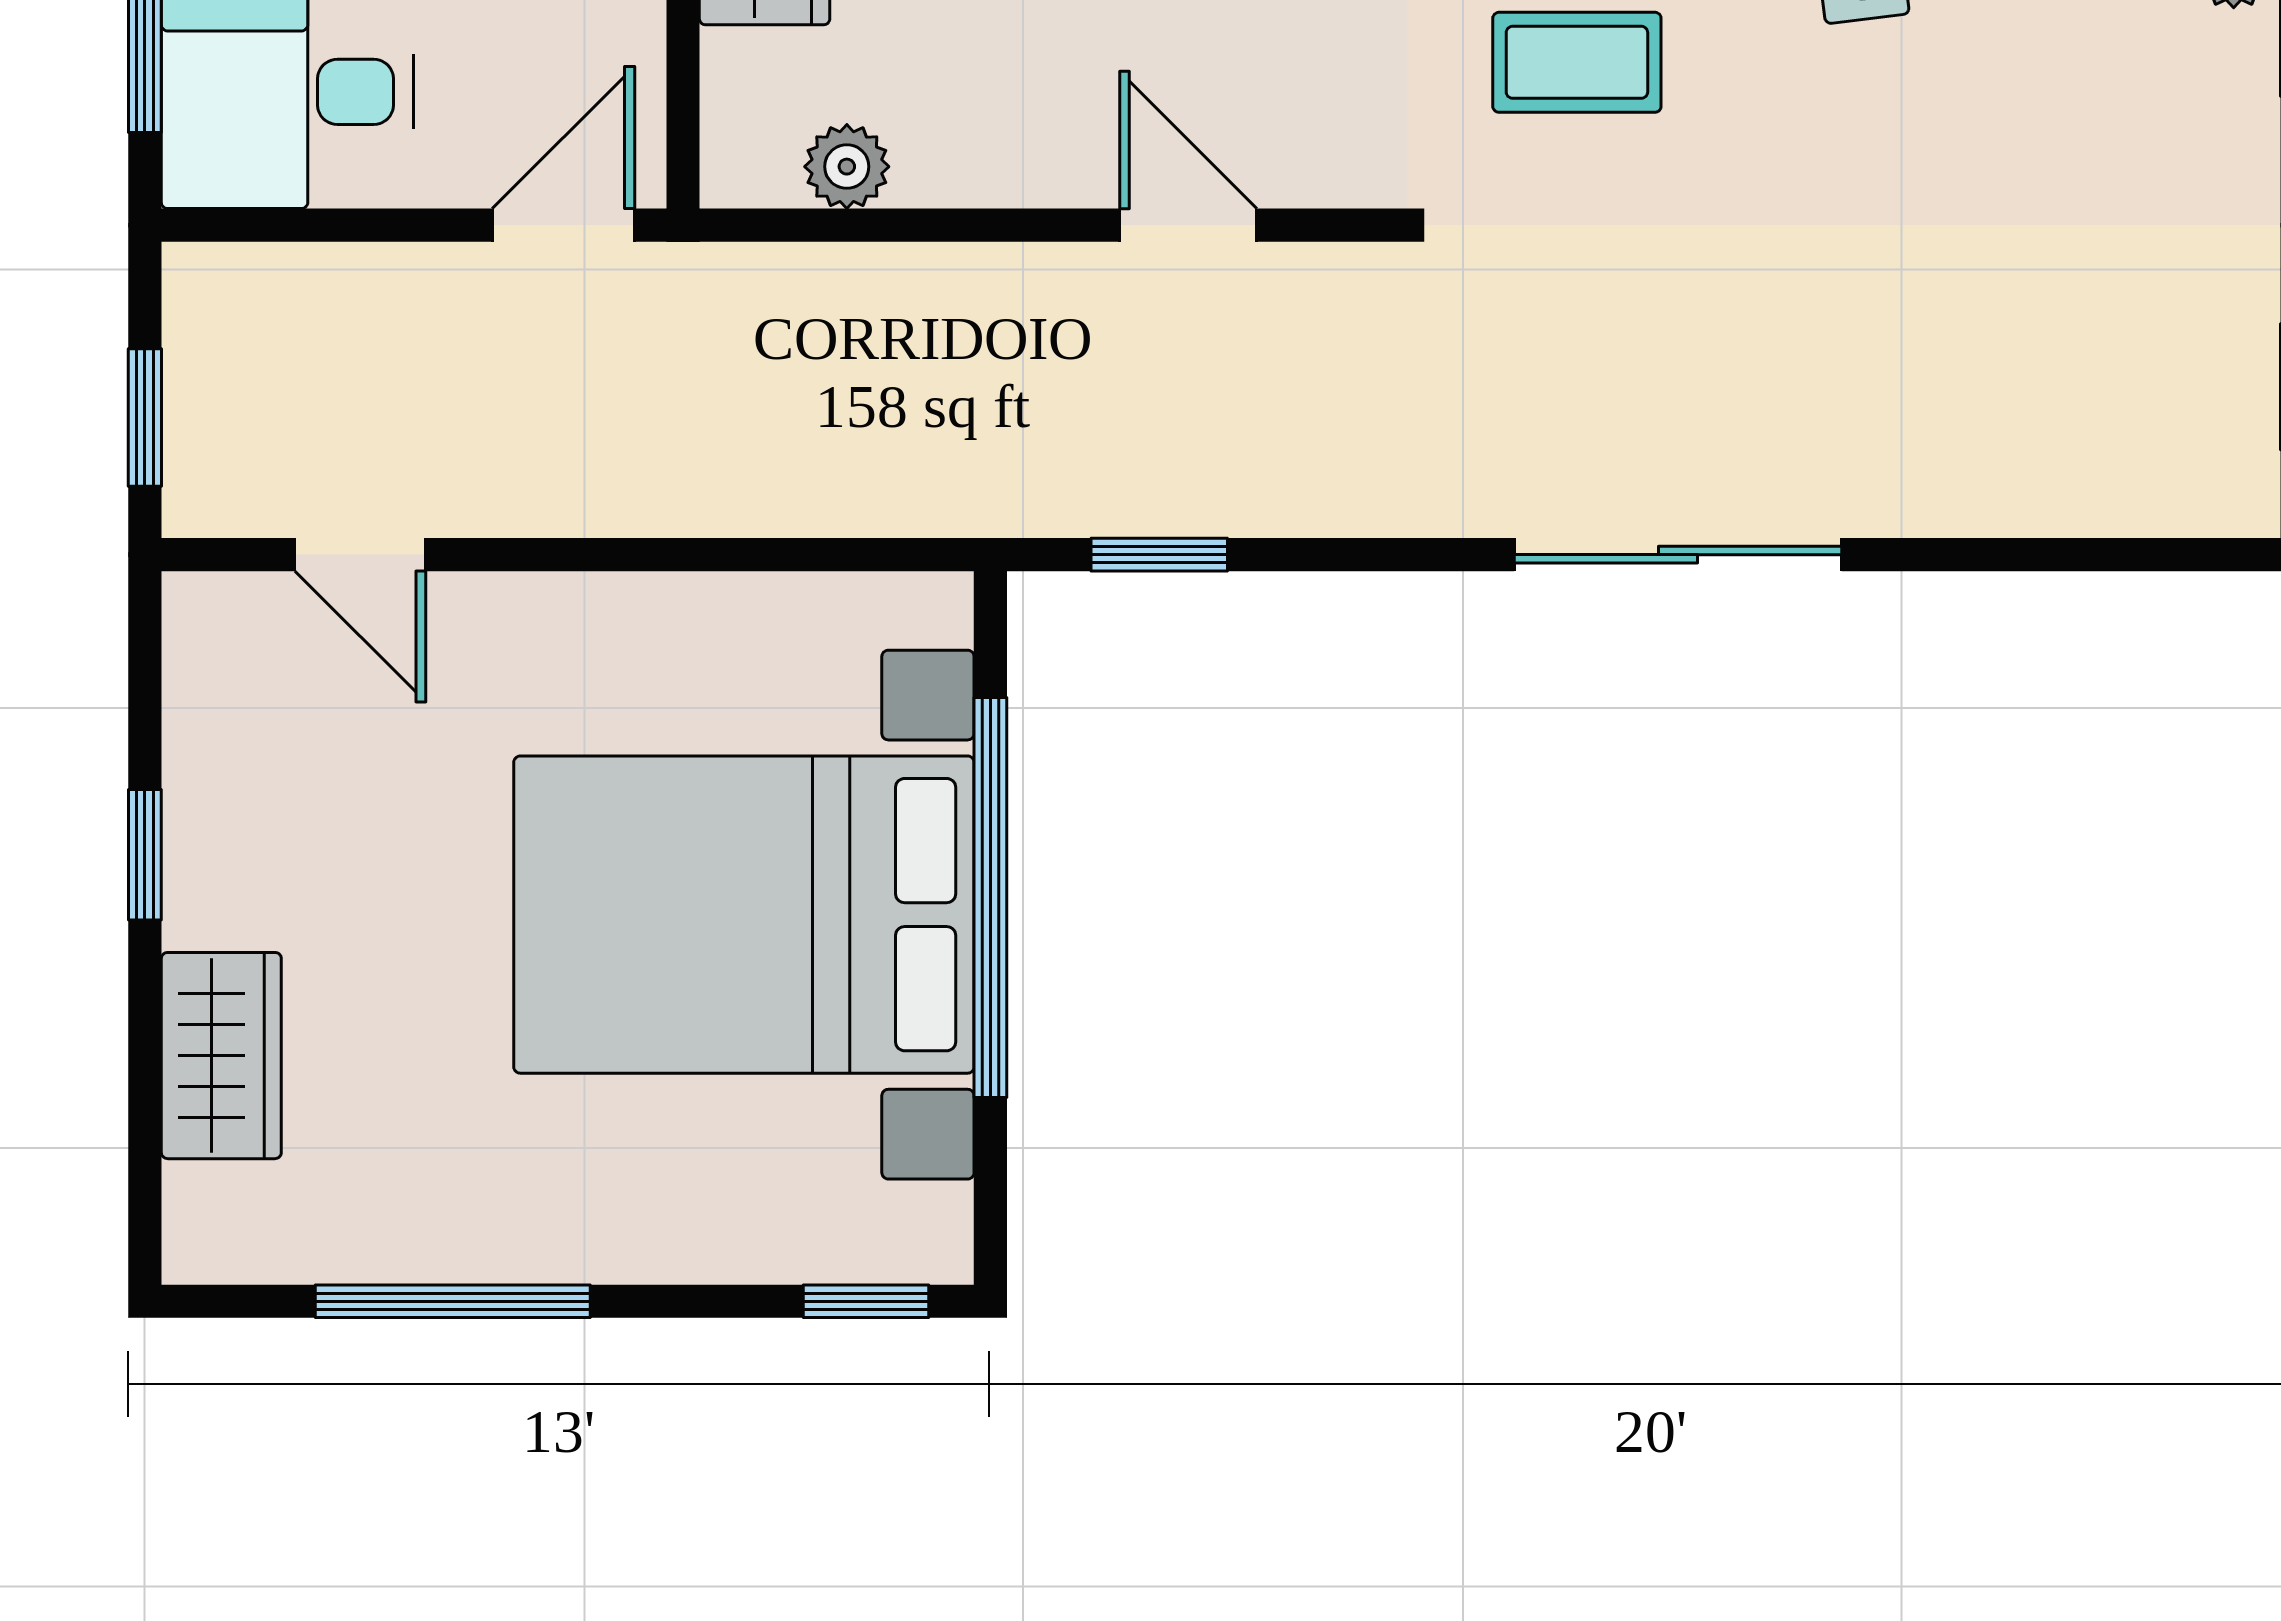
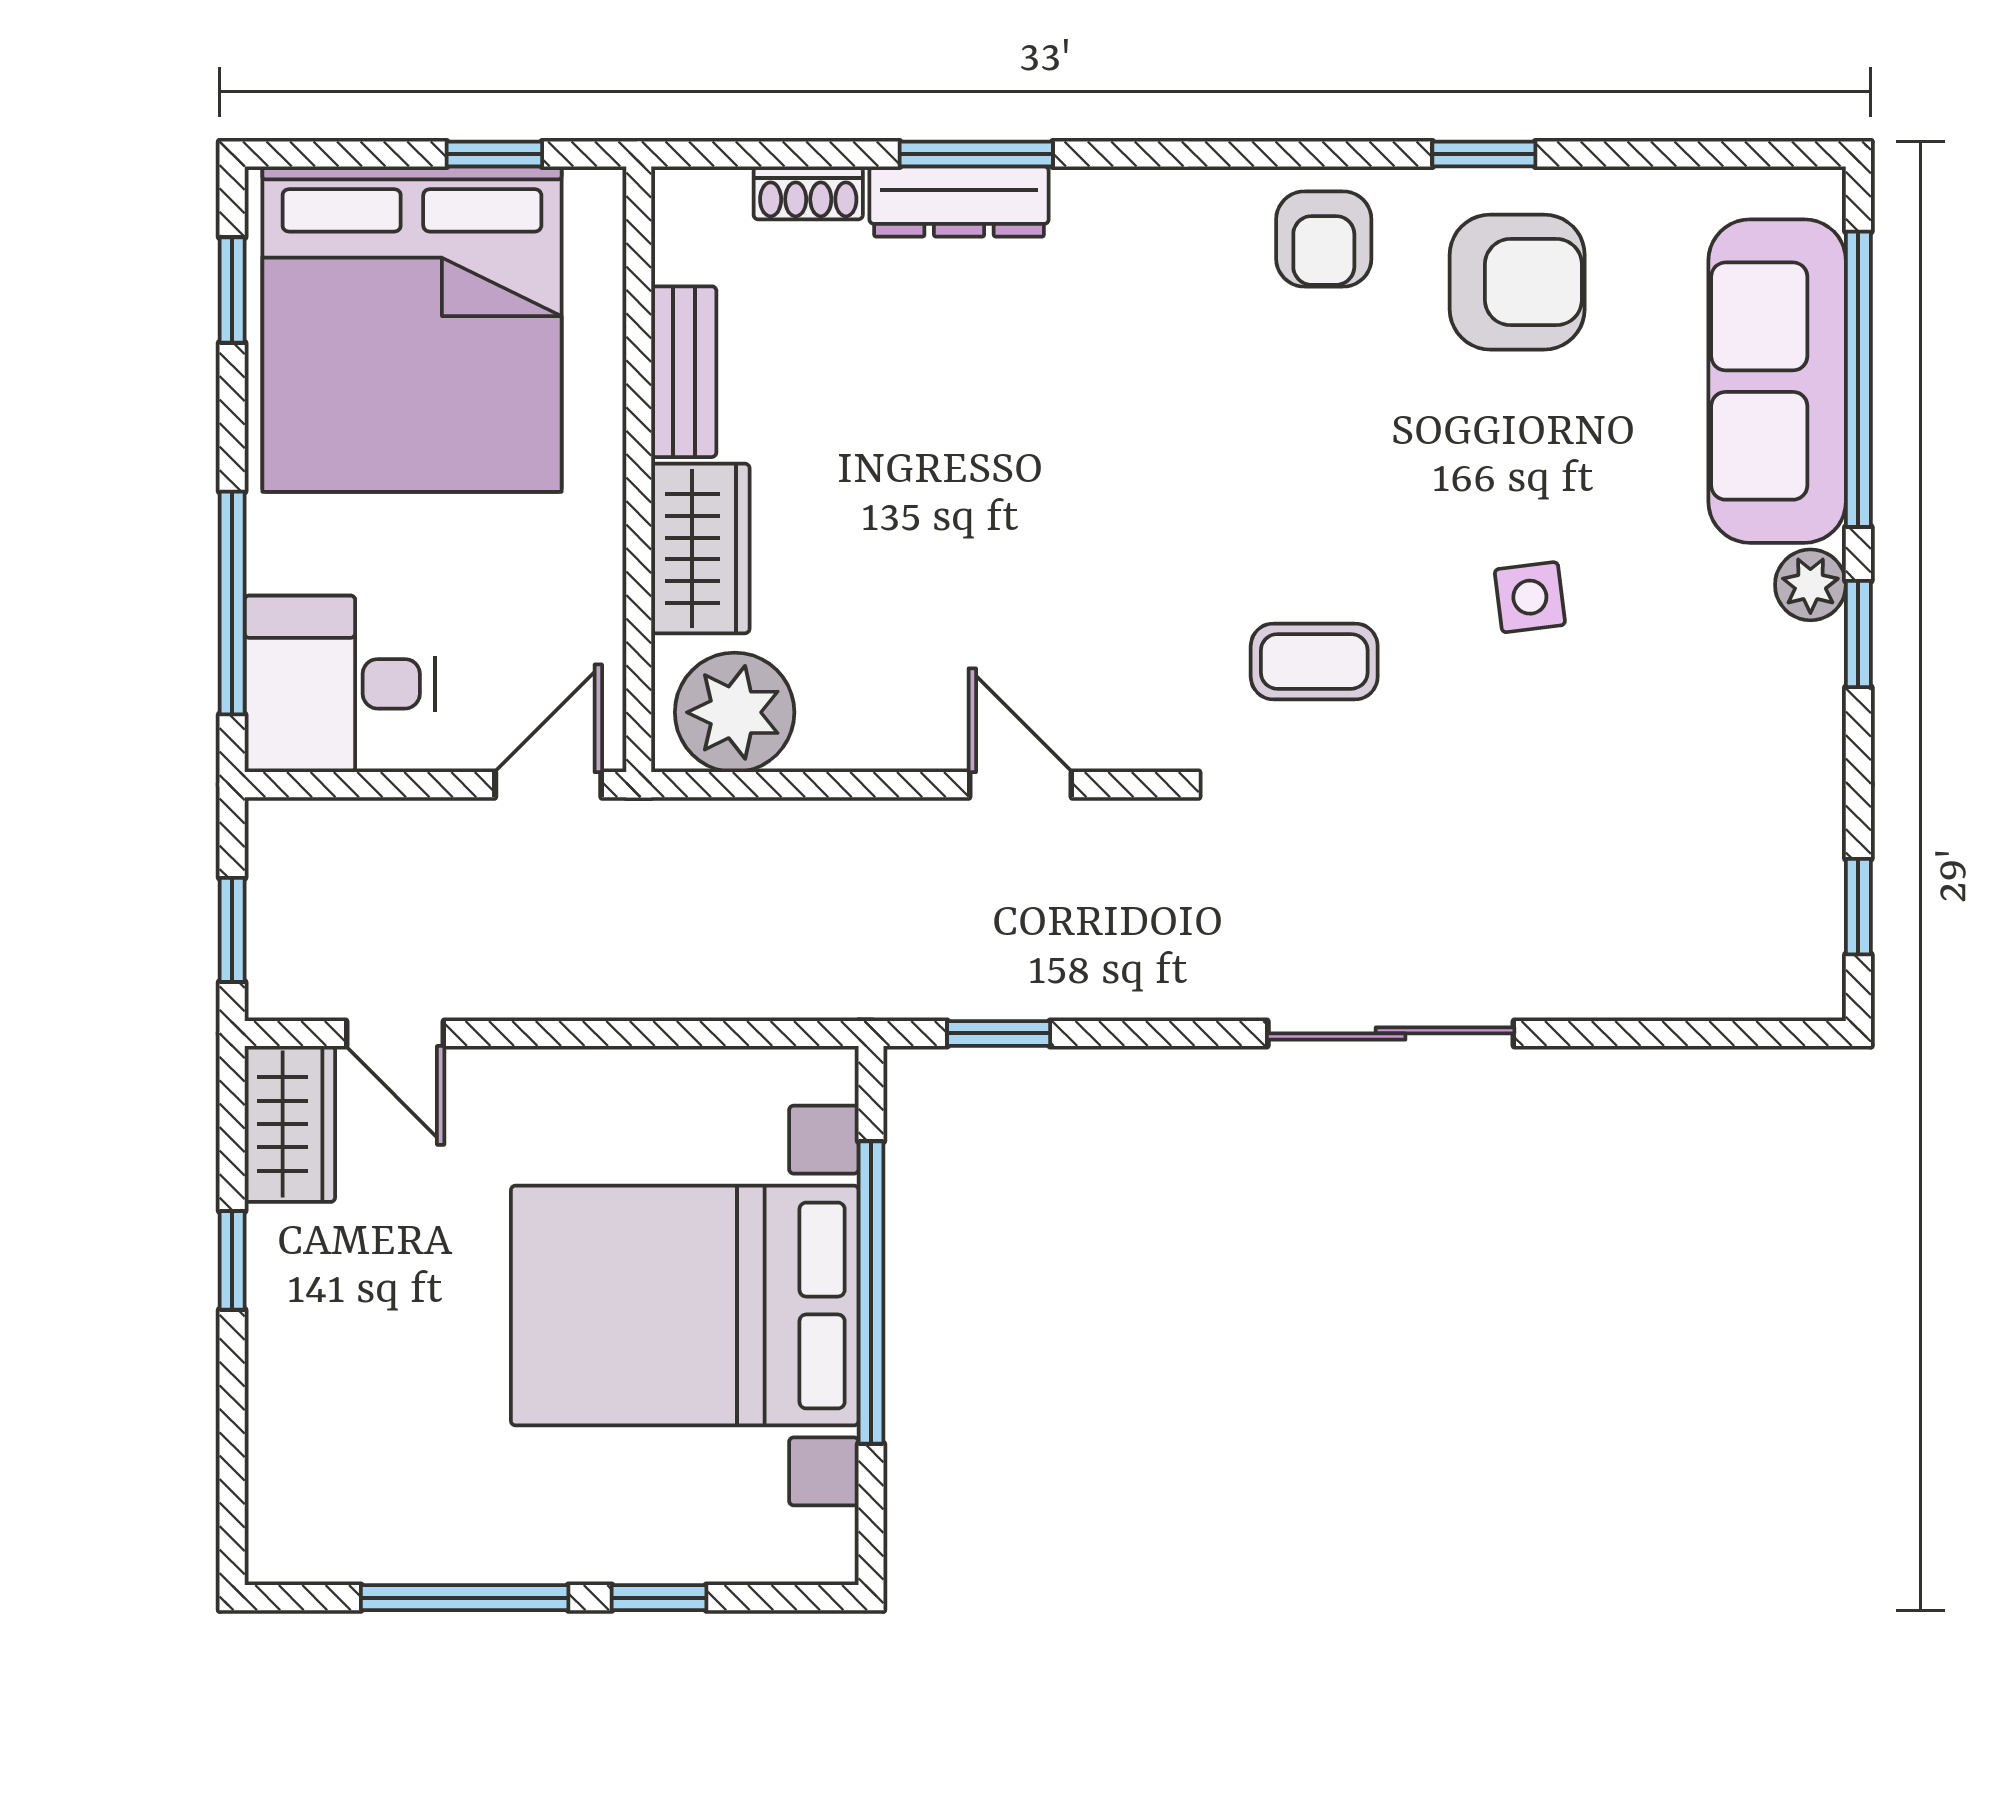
plant: (847, 167) -> (735, 712), width x1.88, depth x1.88
wardrobe: (221, 1056) -> (290, 1124), moved
window: (866, 1301) -> (659, 1598), moved

